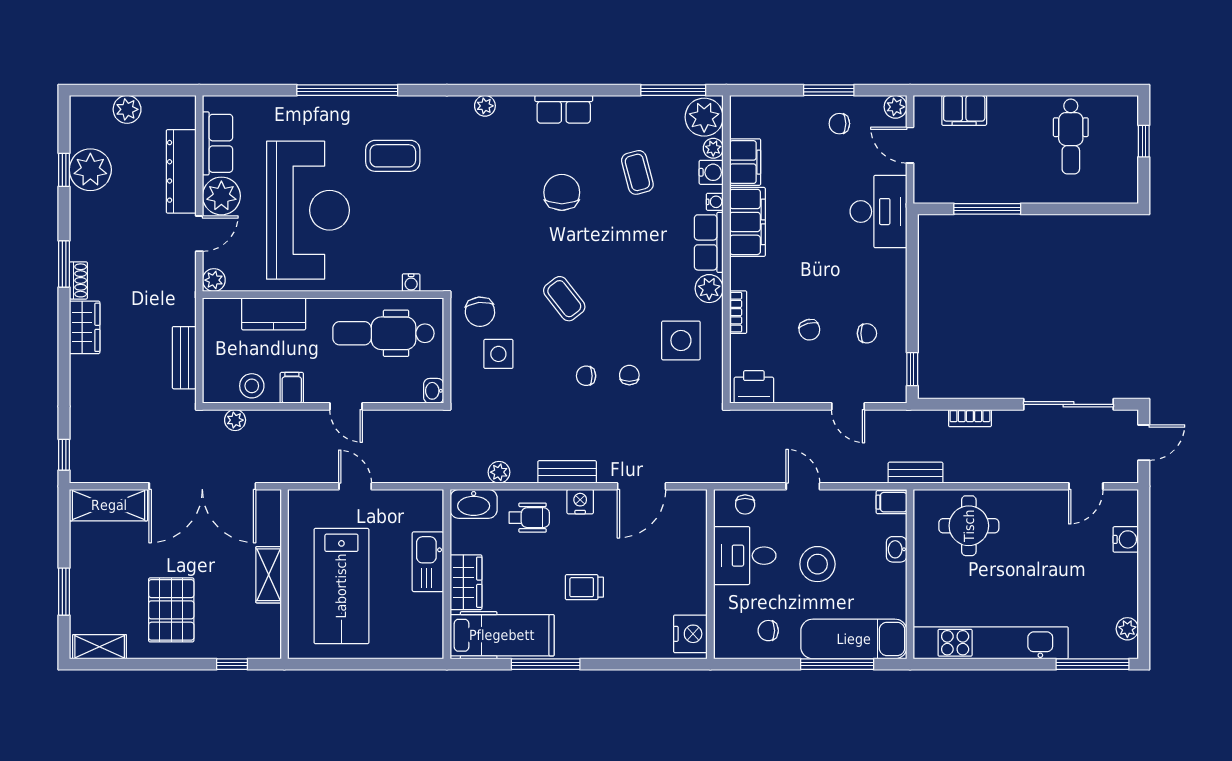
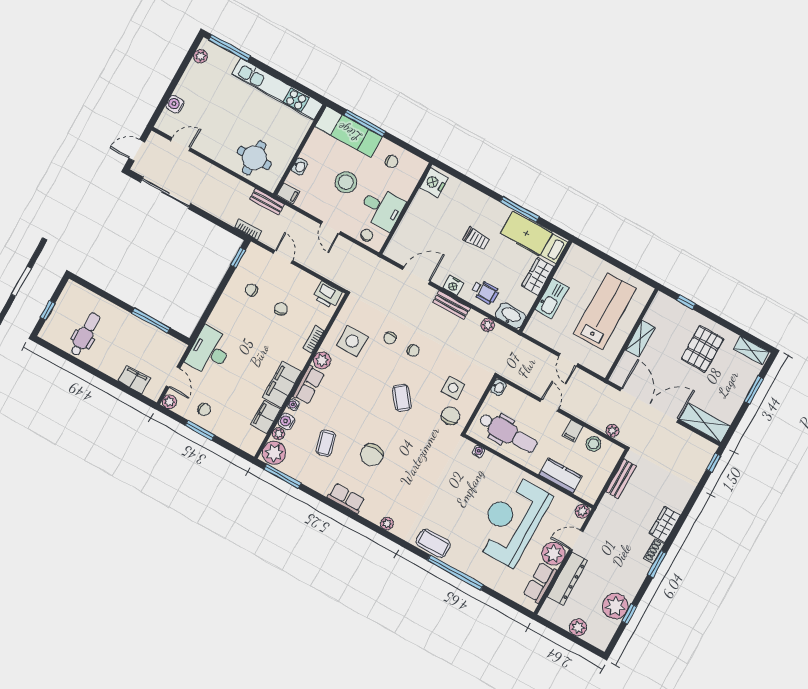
coffee table: (393, 156) -> (433, 543), moved
bookcase: (970, 418) -> (248, 229), moved
wheelchair: (529, 518) -> (485, 292), turned 180

